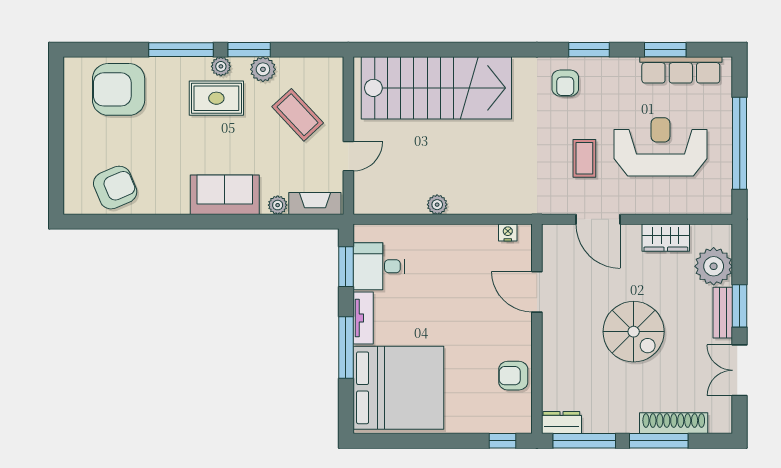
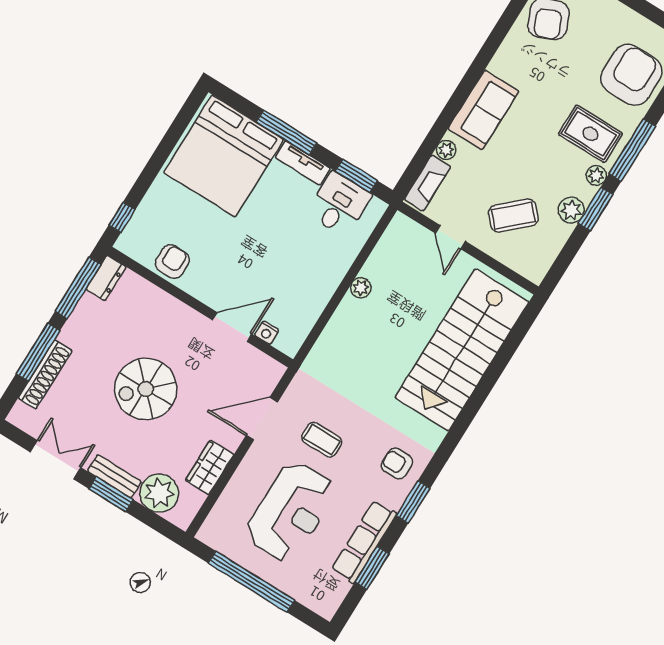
row of seats: (681, 70) -> (364, 542), moved
rug: (216, 98) -> (590, 134), moved, turned 90
nightstand: (508, 233) -> (267, 333), moved, turned 90

